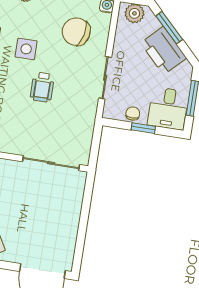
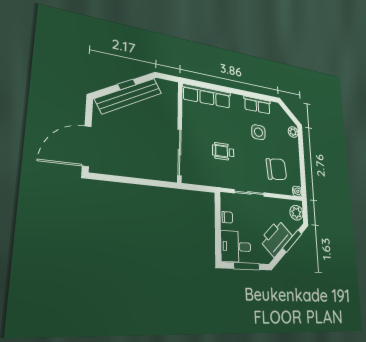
chair: (76, 32) -> (276, 169), turned 72
wheelchair: (42, 87) -> (223, 151), moved
window: (143, 128) -> (218, 227), removed

